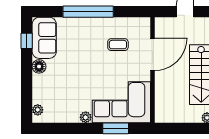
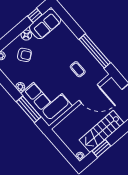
window: (88, 12) -> (95, 51), moved
armchair: (57, 85) -> (24, 55), added
window: (116, 128) -> (29, 109), width x1.44

